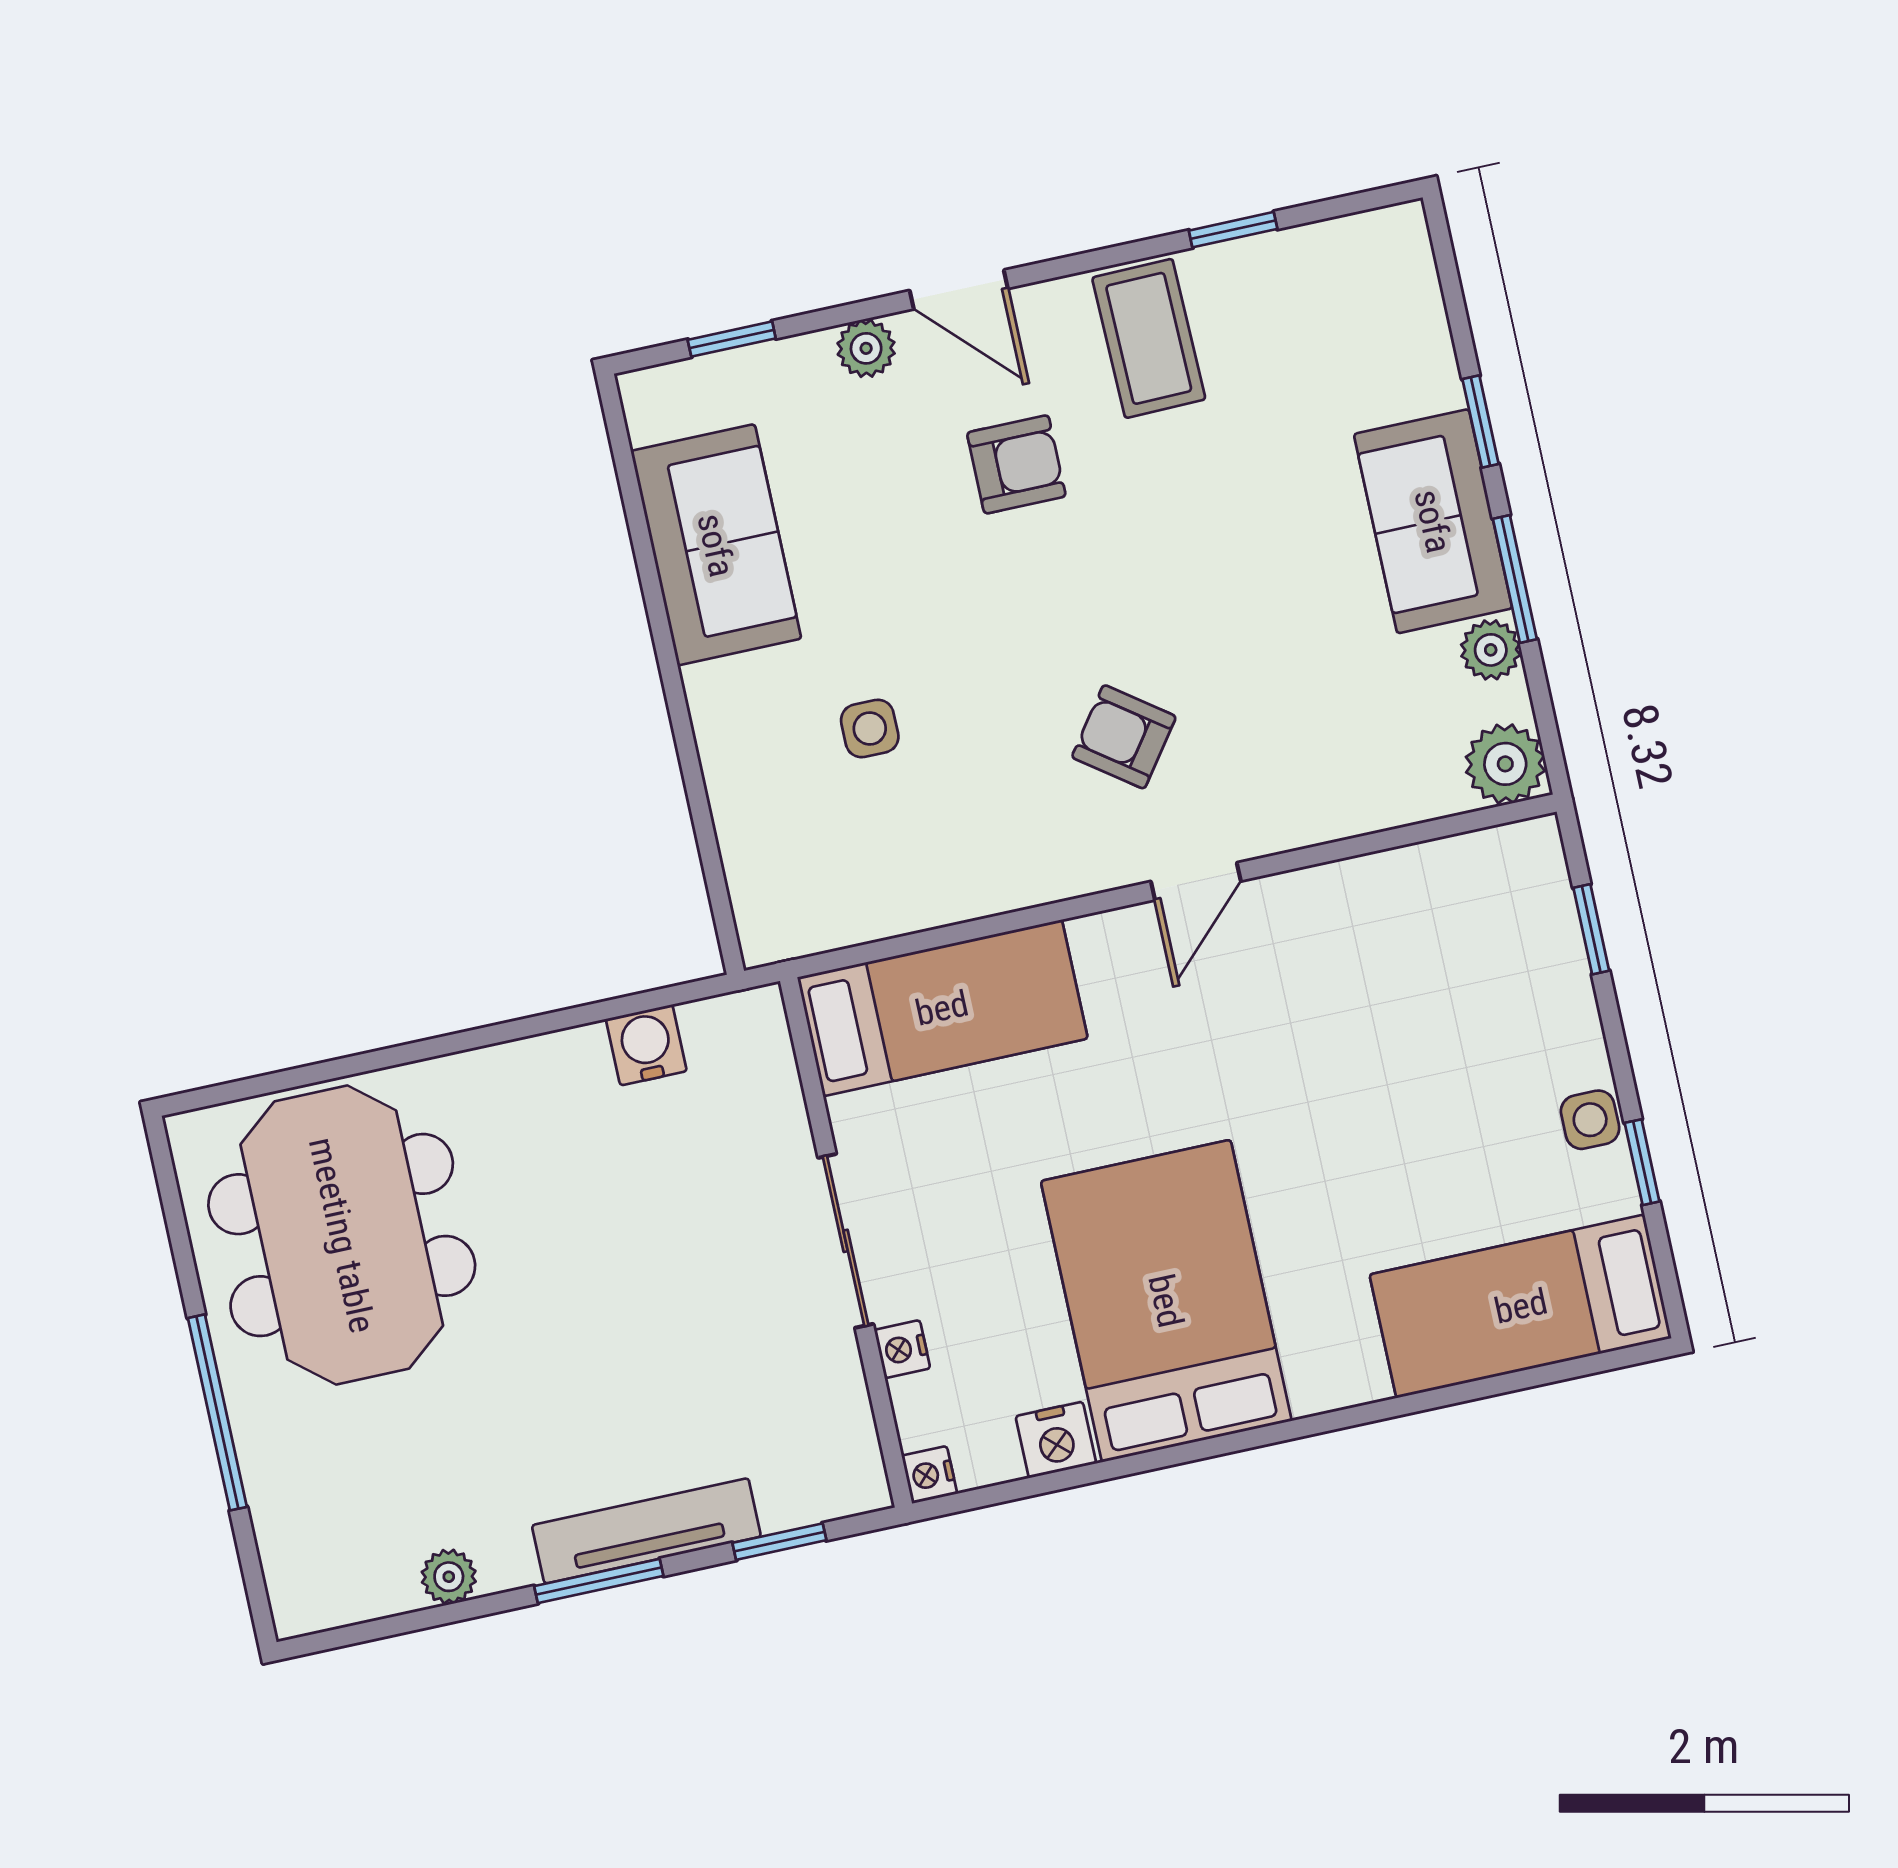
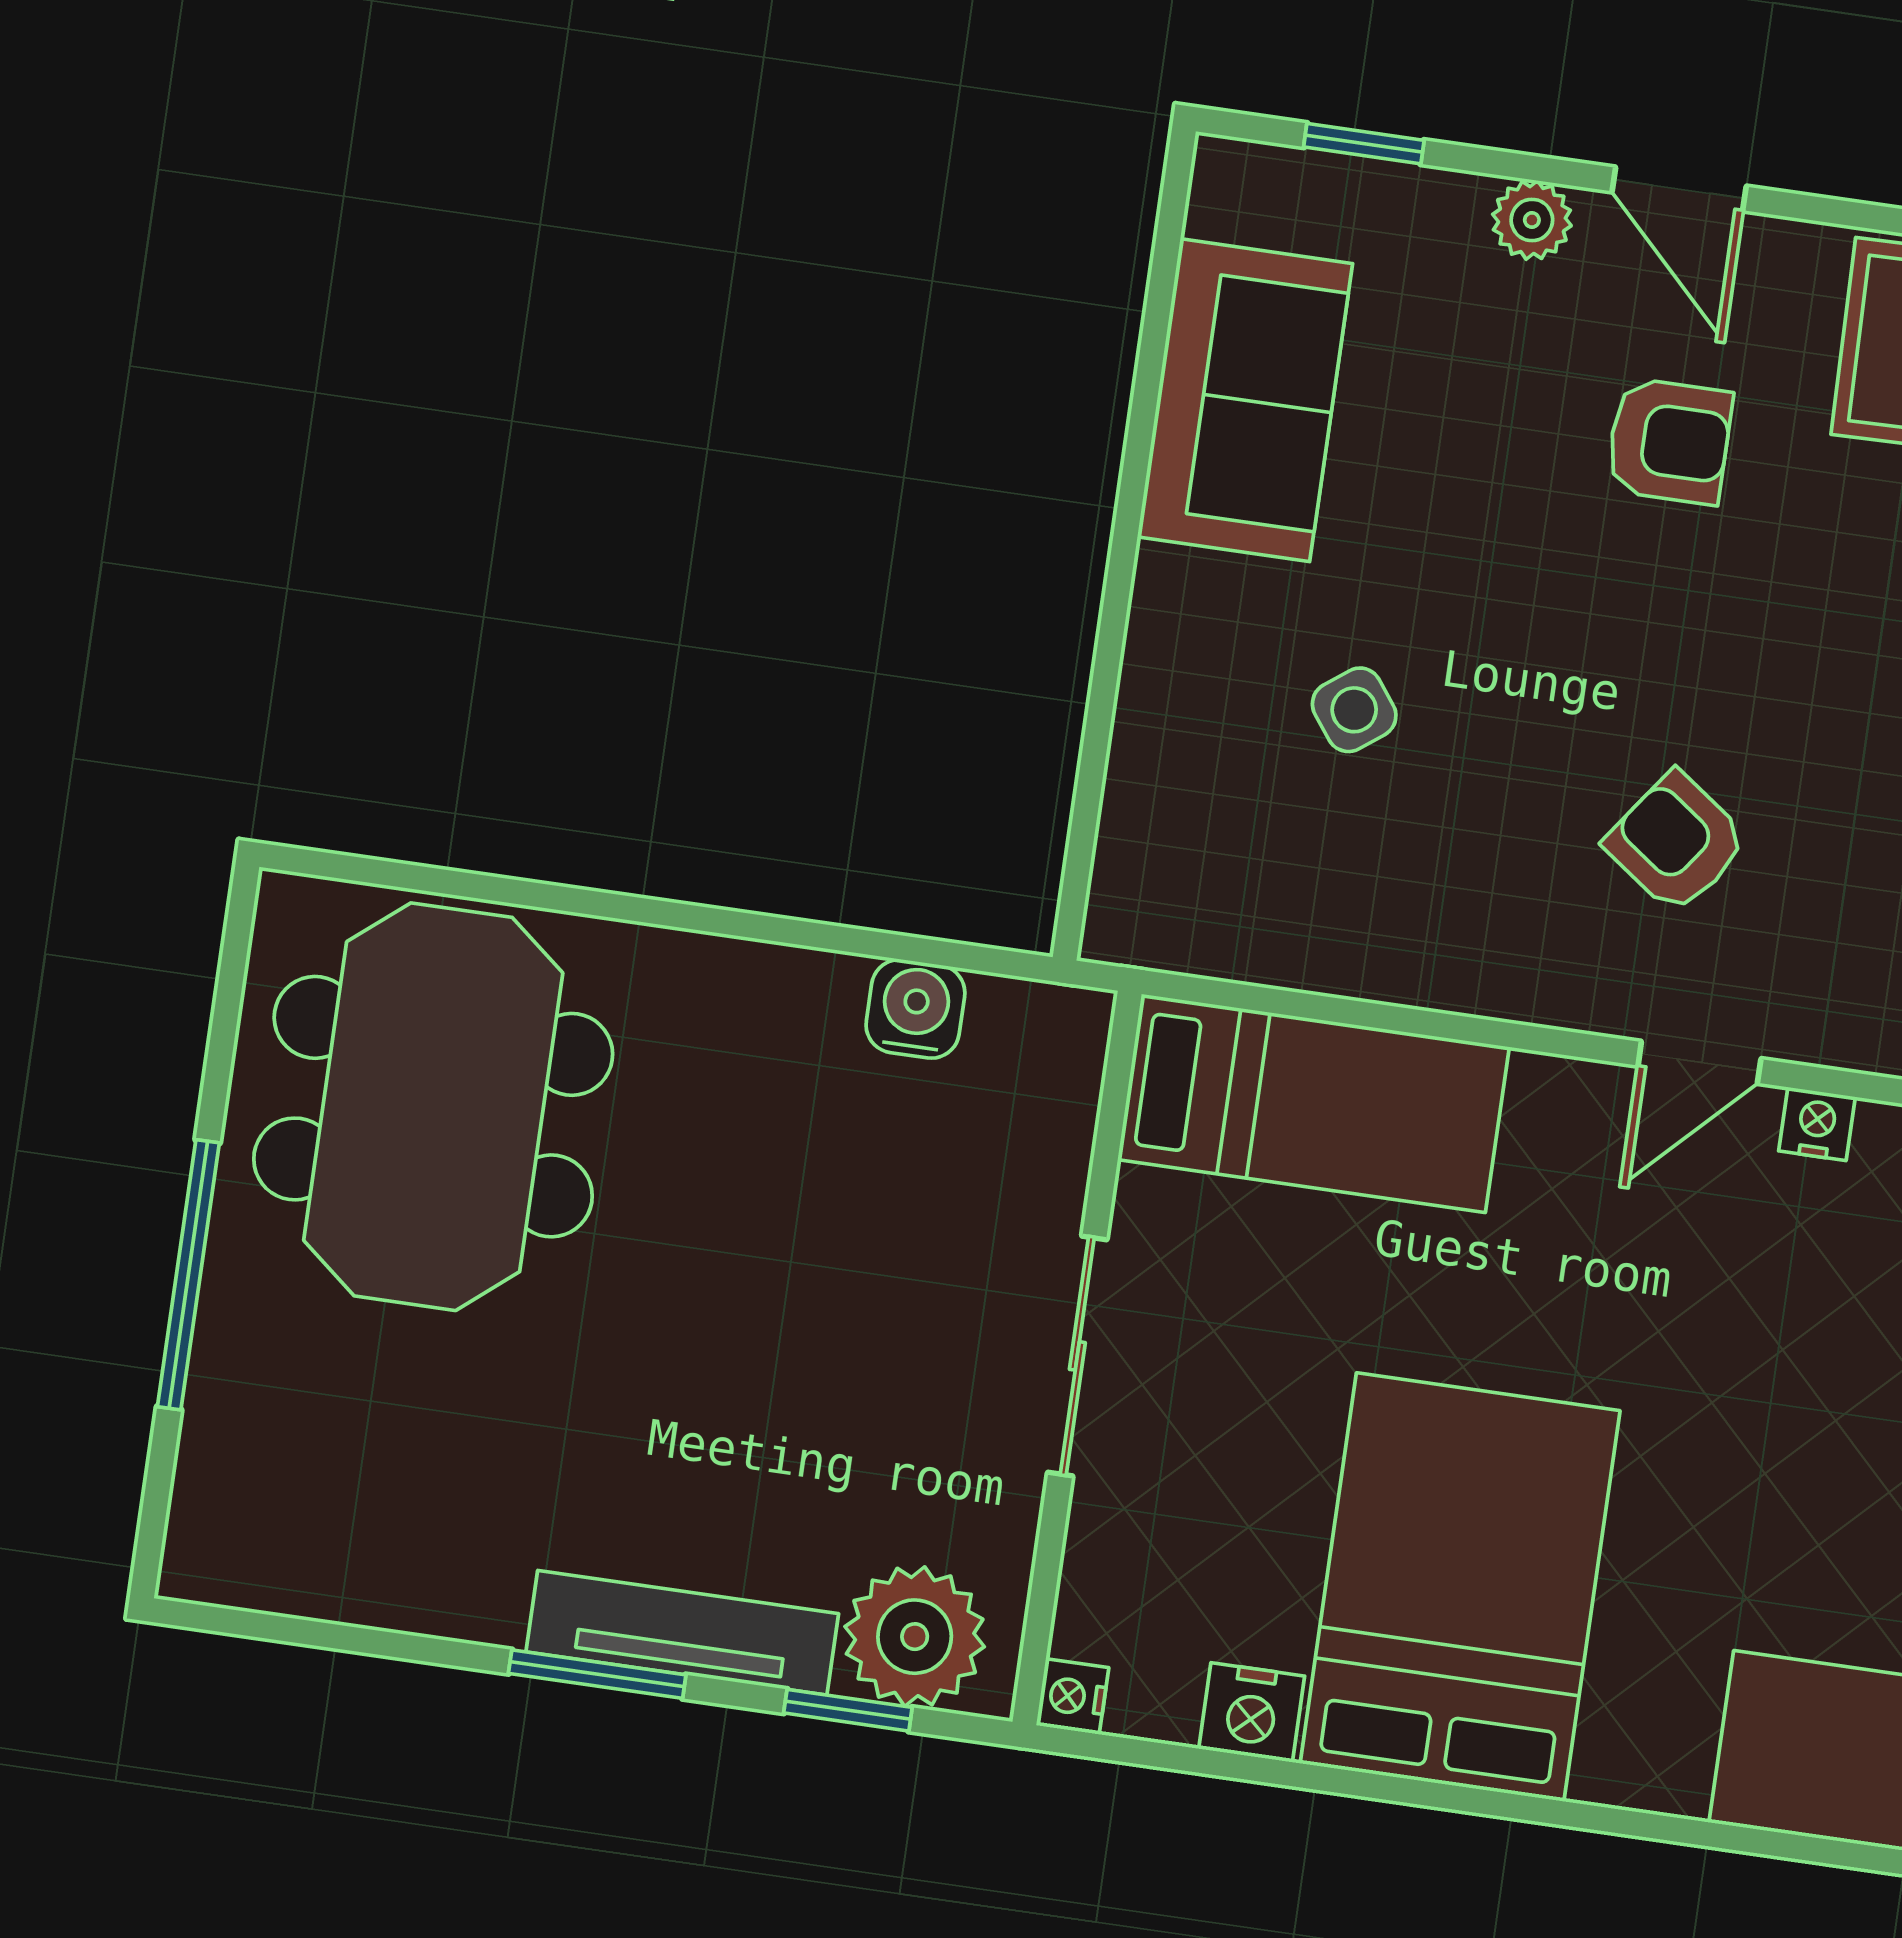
side table: (870, 729) -> (1354, 710), turned -37
nightstand: (902, 1349) -> (1817, 1124), moved, turned 90
plant: (449, 1577) -> (915, 1637), moved, width x1.88, depth x1.88

